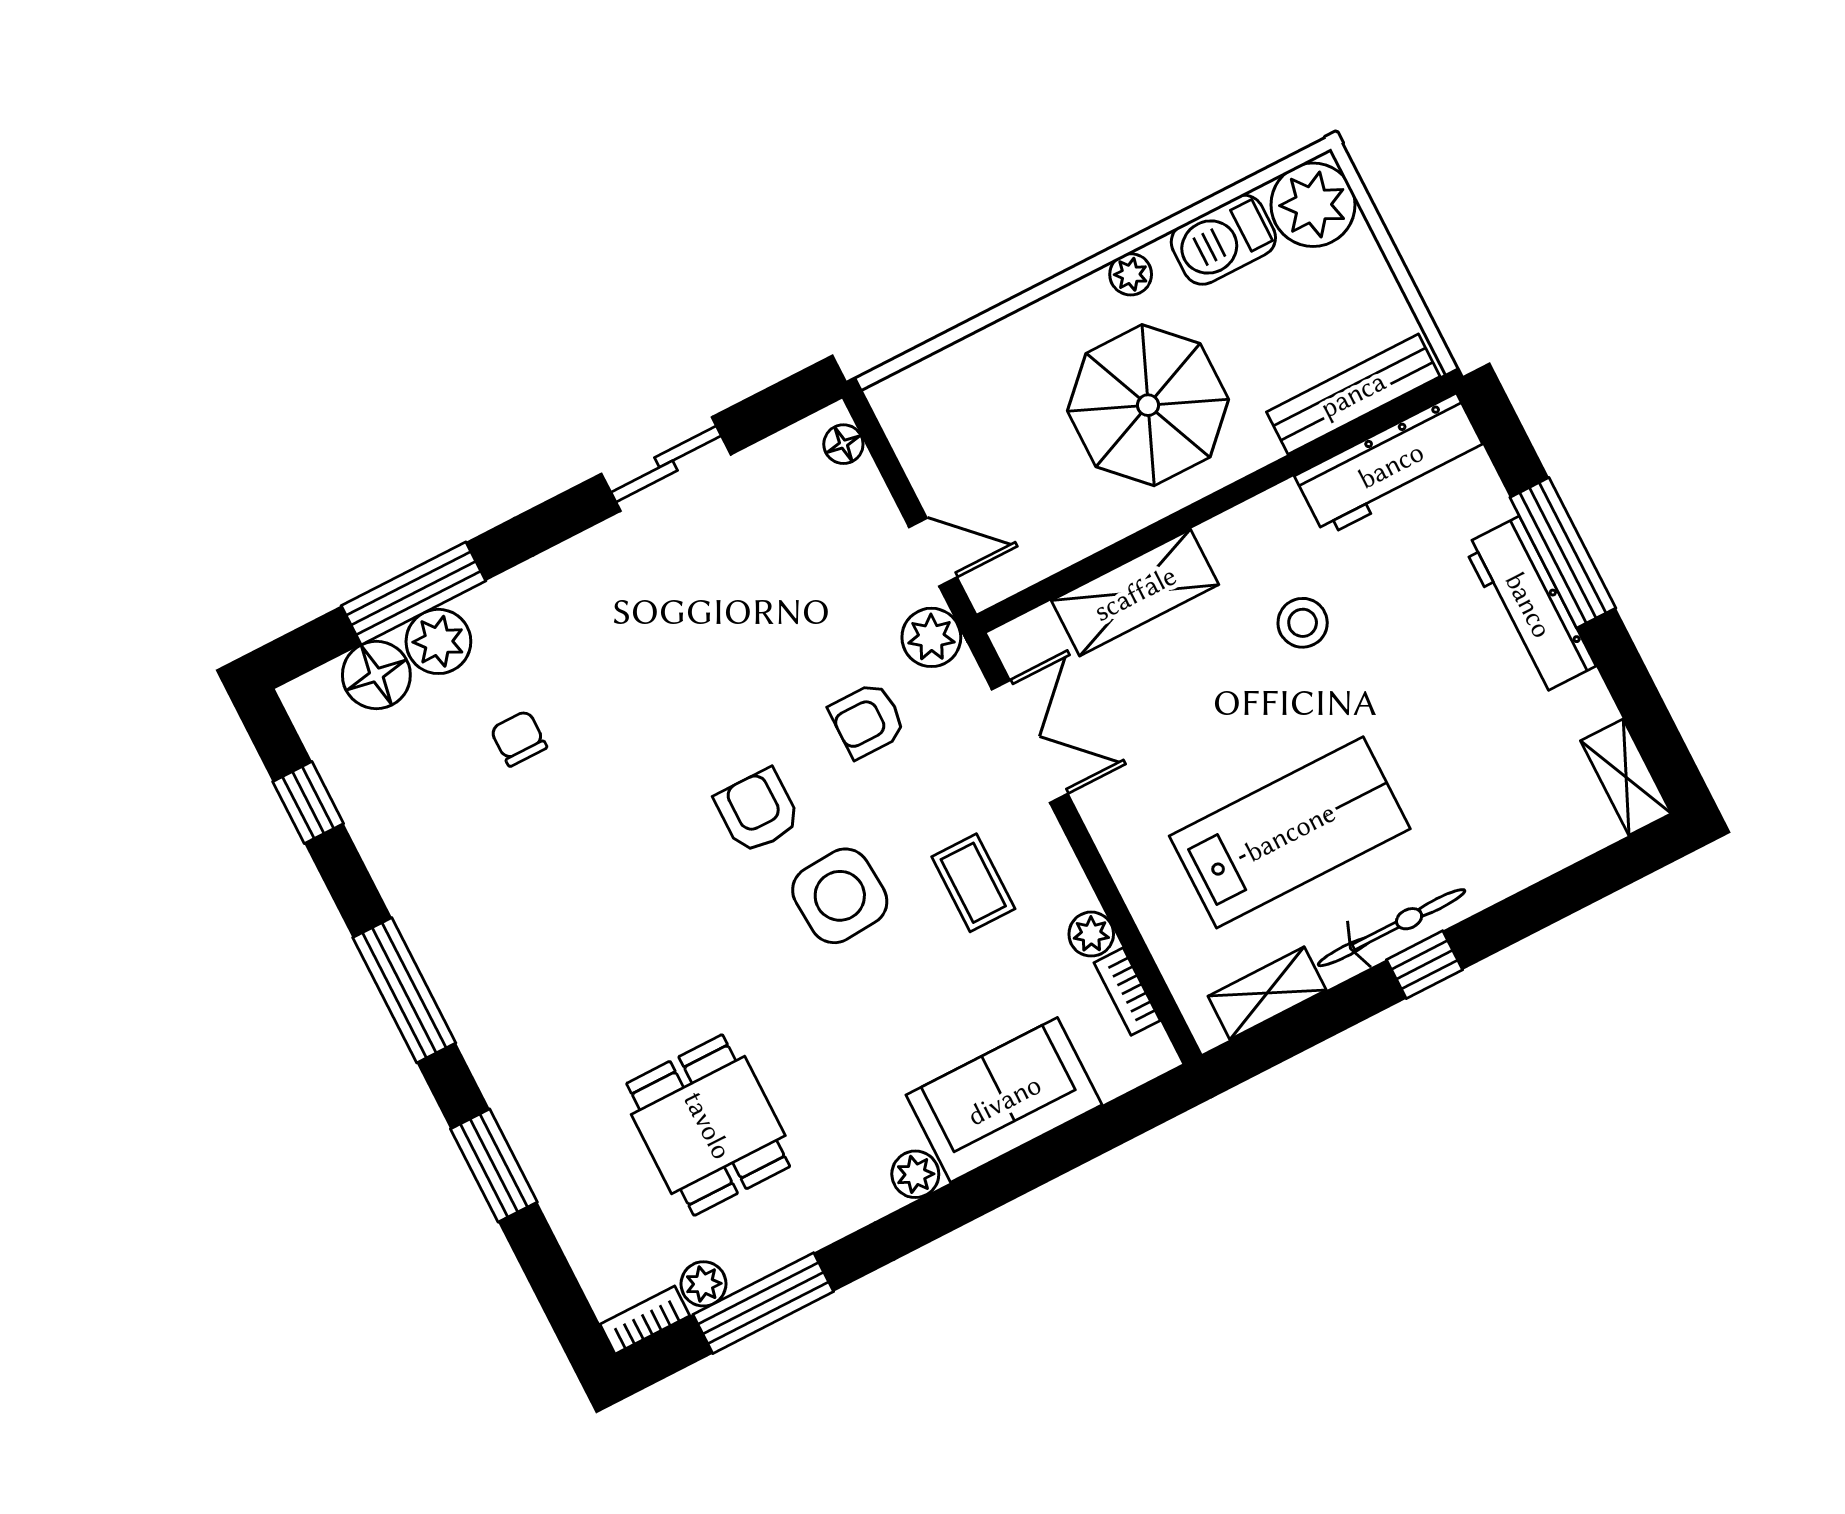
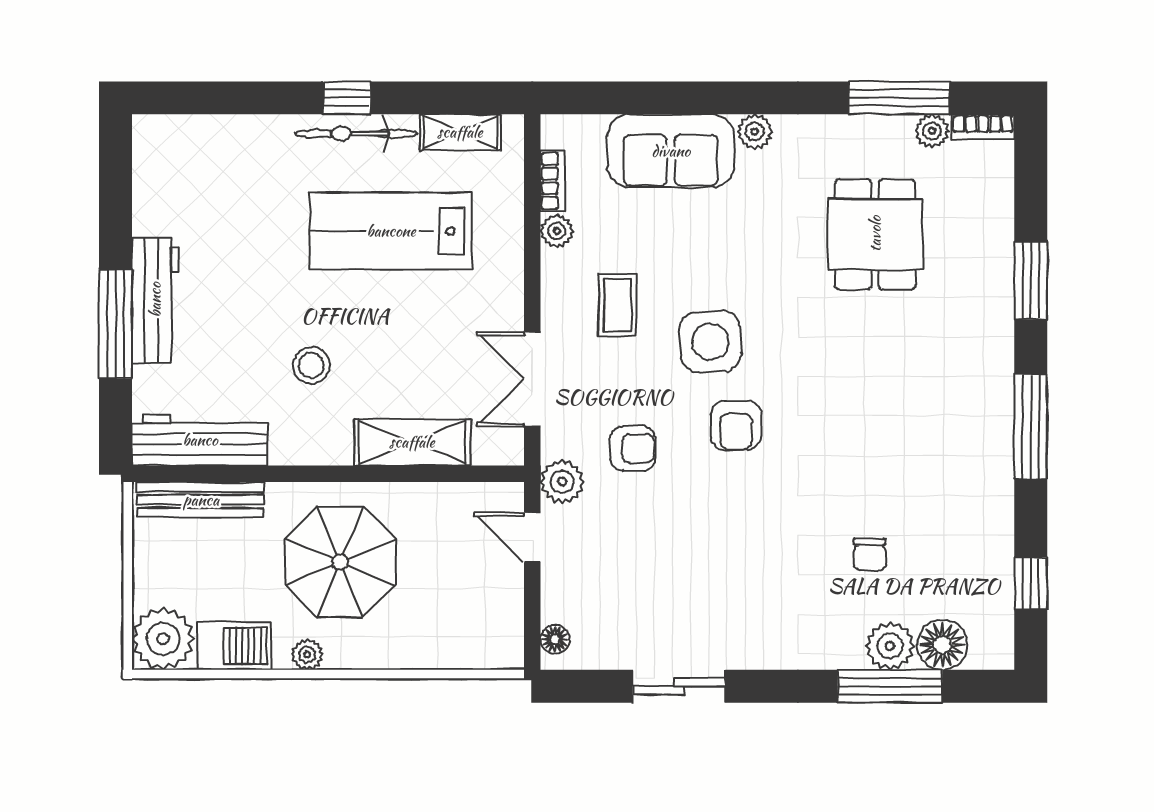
shelving: (1626, 777) -> (150, 154), removed

